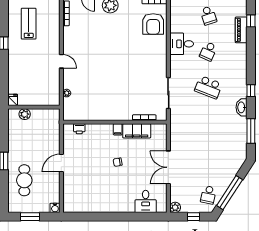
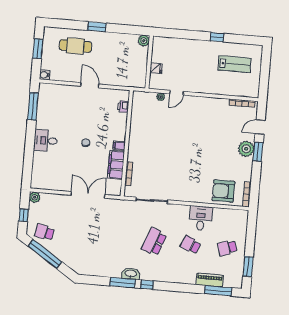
window: (251, 21) -> (218, 291), width x2.17
door: (61, 61) -> (177, 93), moved
fridge: (13, 100) -> (156, 68), moved
plant: (25, 114) -> (144, 41), moved
window: (251, 131) -> (123, 283), moved
double door: (168, 167) -> (88, 195), moved
desk: (146, 201) -> (46, 141), moved
window: (87, 217) -> (33, 106), added

